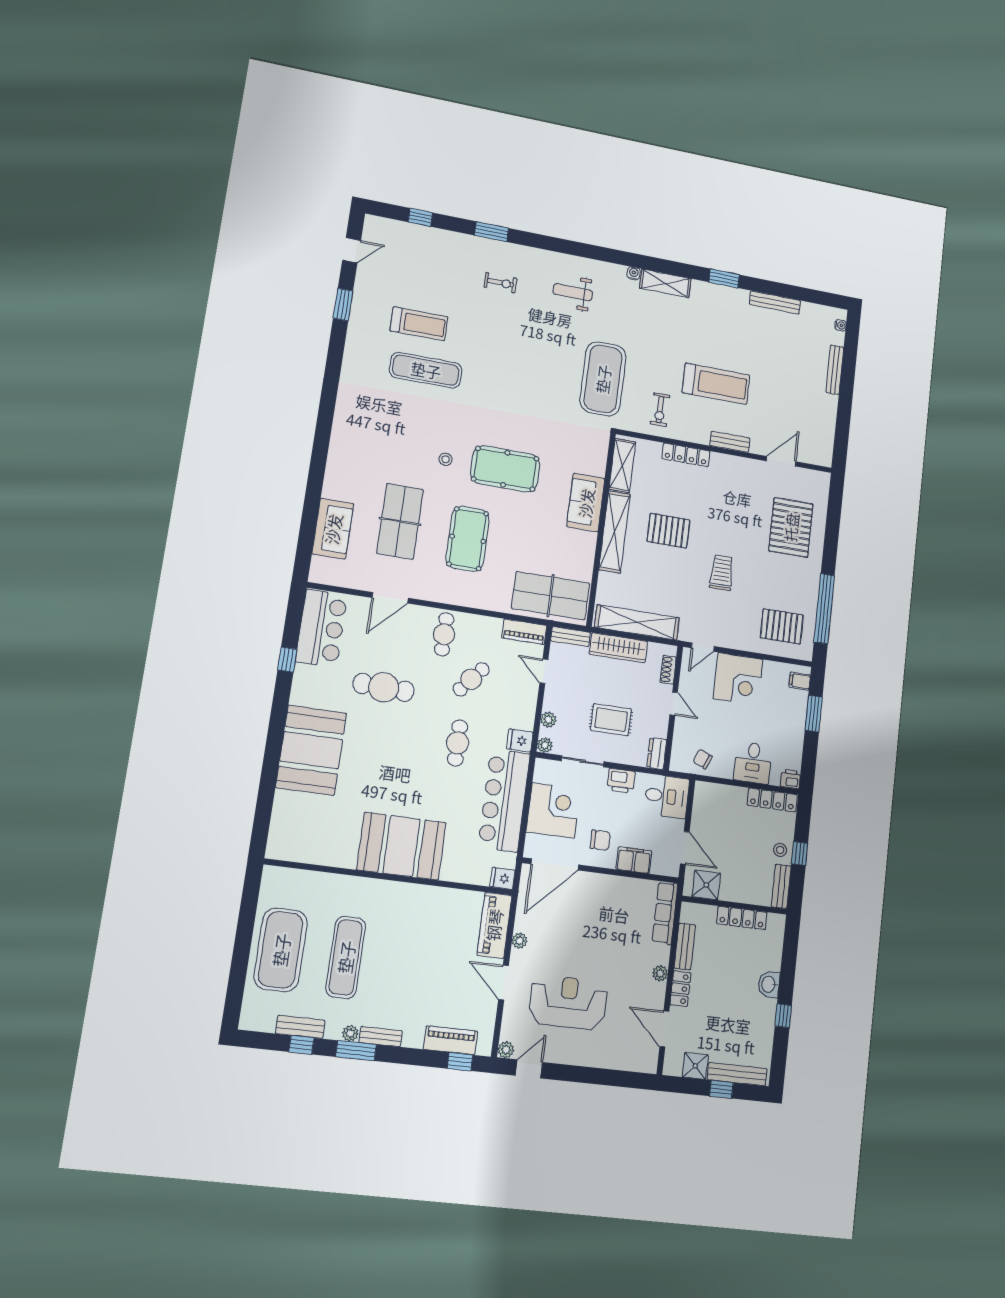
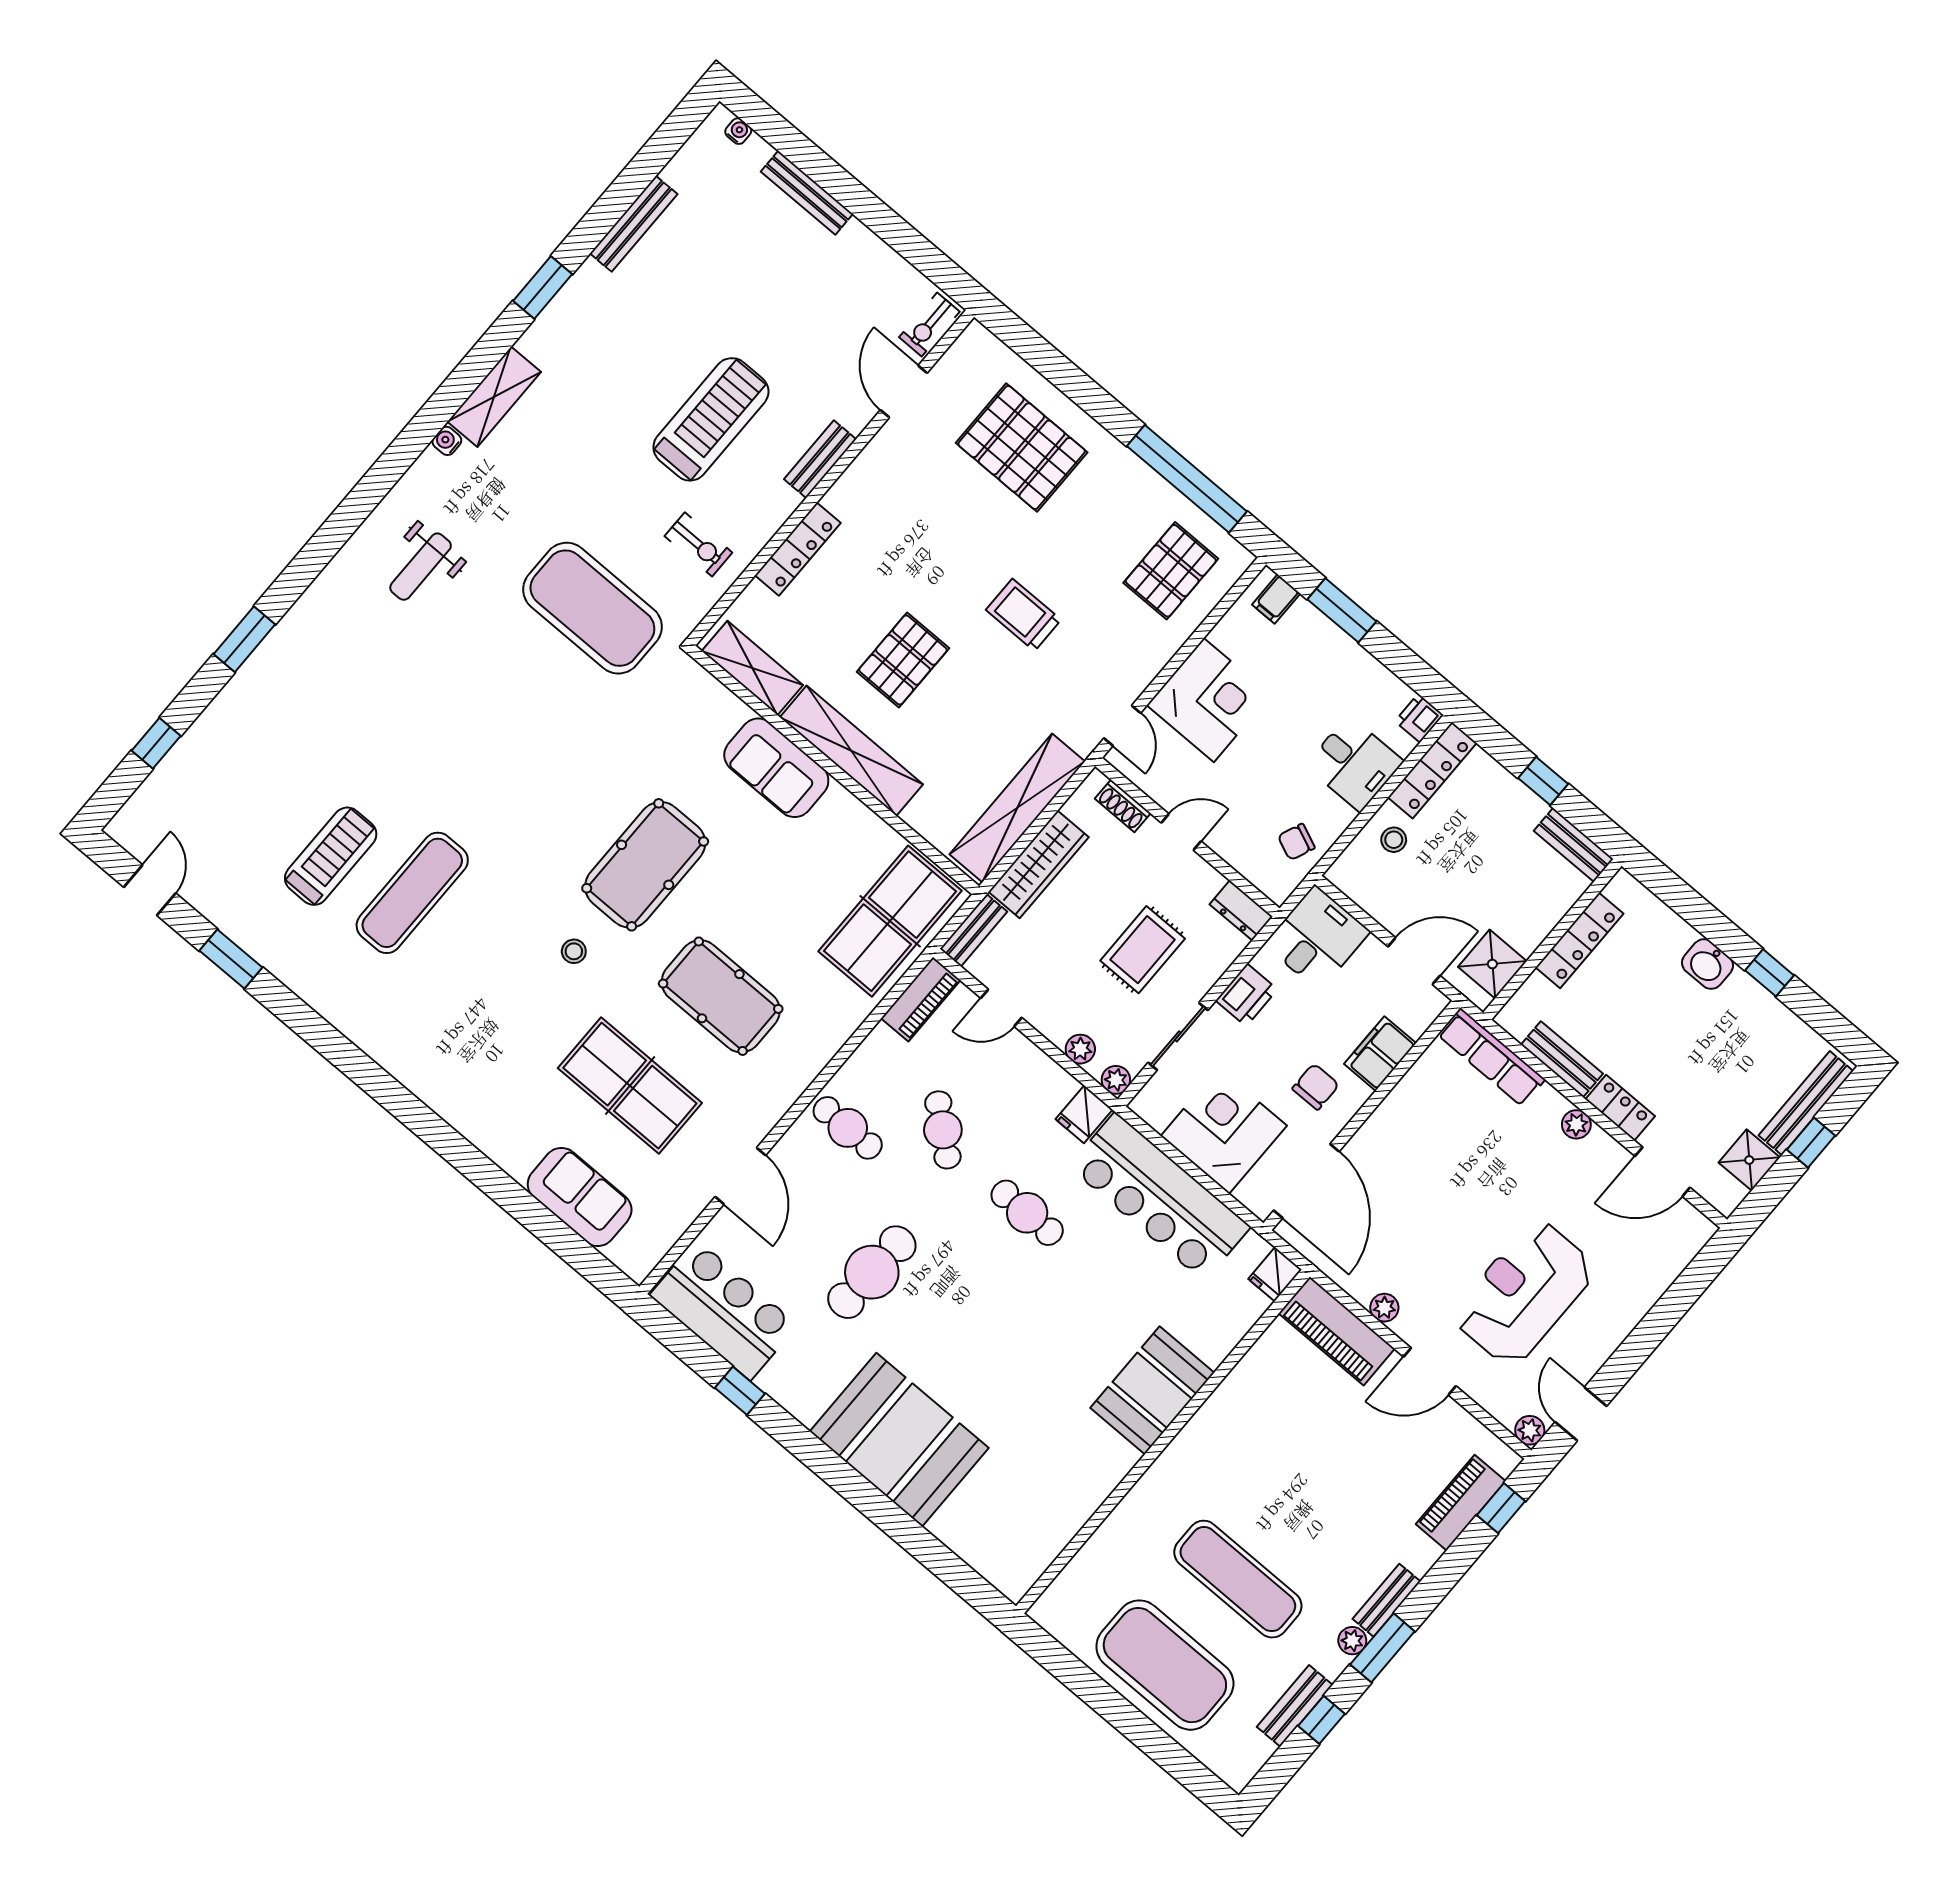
exercise bike: (500, 283) -> (929, 324), moved, turned 180
booth: (401, 846) -> (1152, 1390), width x0.73, depth x0.70
stool: (780, 850) -> (1394, 840), moved

